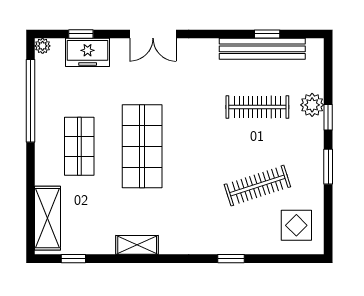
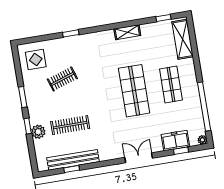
clothes rail: (257, 186) -> (62, 79), width x0.73

